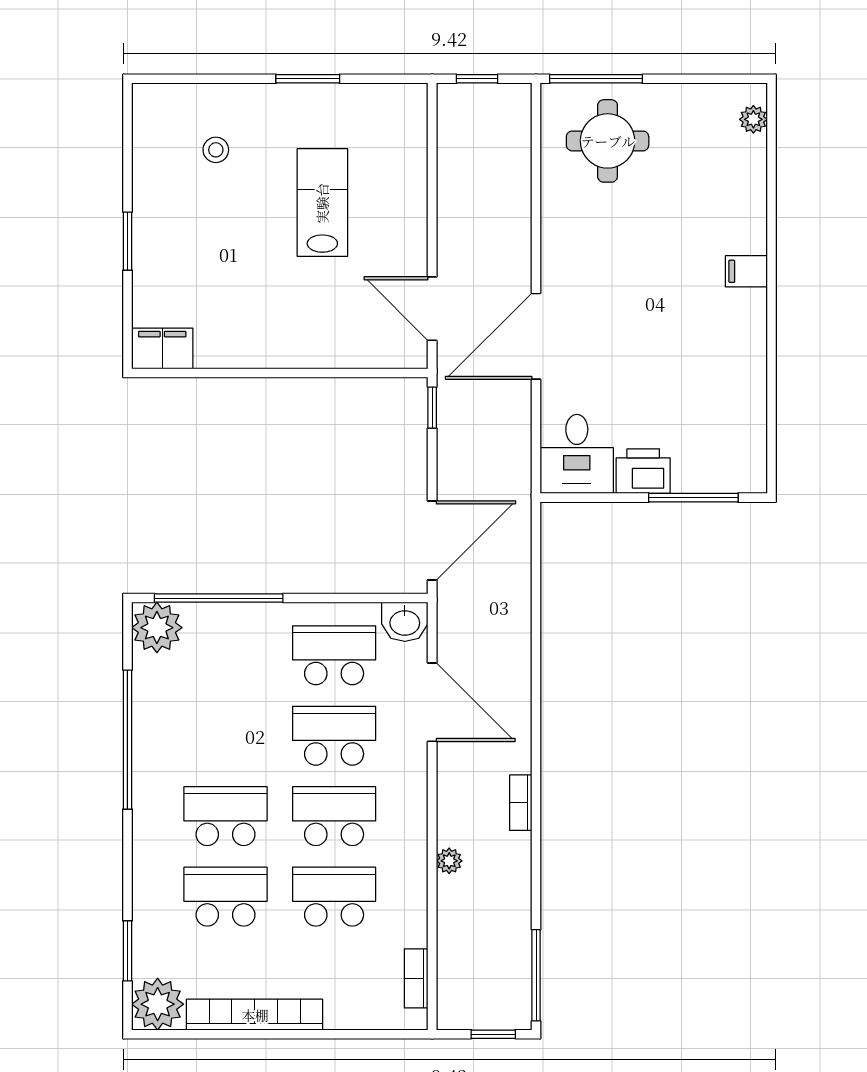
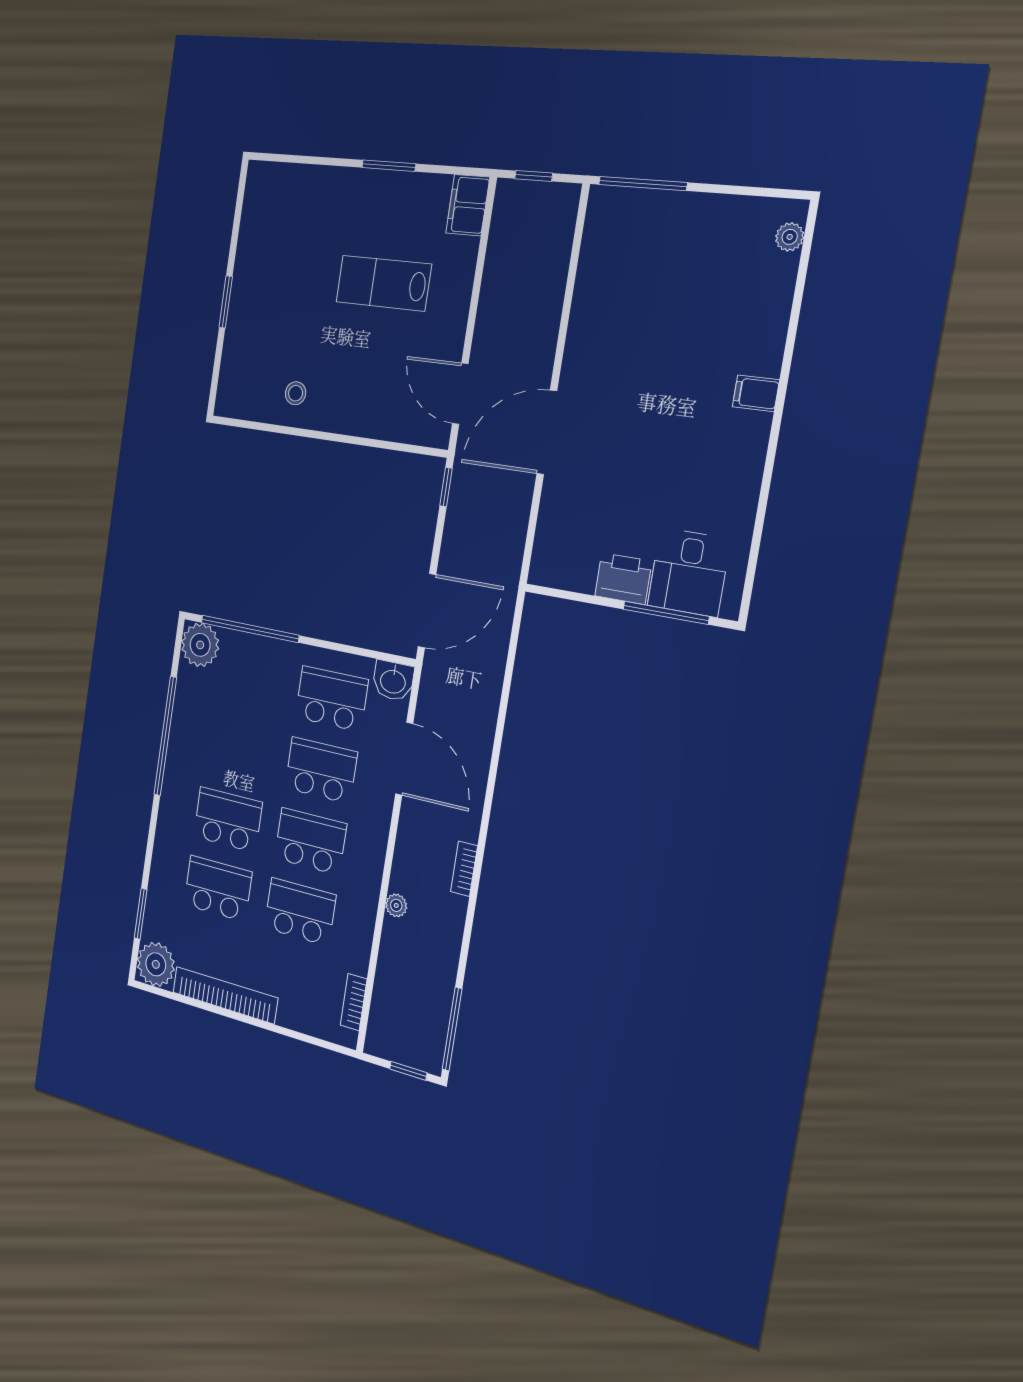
round table: (608, 141) -> (643, 247), removed
stool: (216, 150) -> (296, 393), moved
lab bench: (322, 203) -> (384, 283), turned -90
filing cabinet: (162, 348) -> (468, 205), moved, turned -90
desk: (577, 454) -> (689, 572), moved

